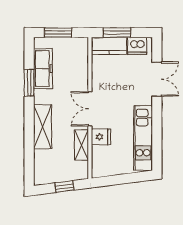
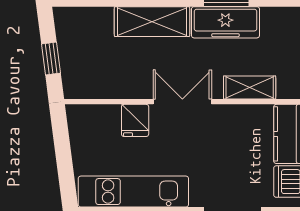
freezer: (43, 69) -> (225, 22), moved
shelving: (82, 145) -> (250, 87), moved

